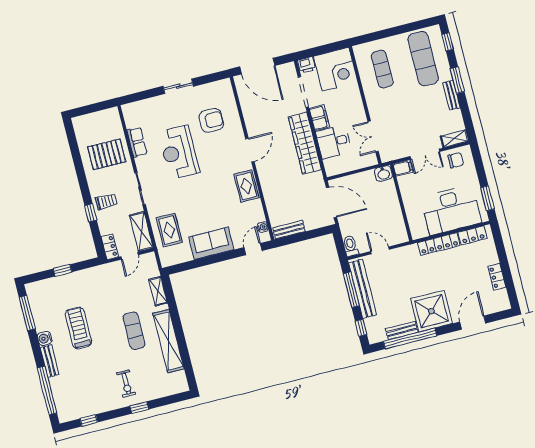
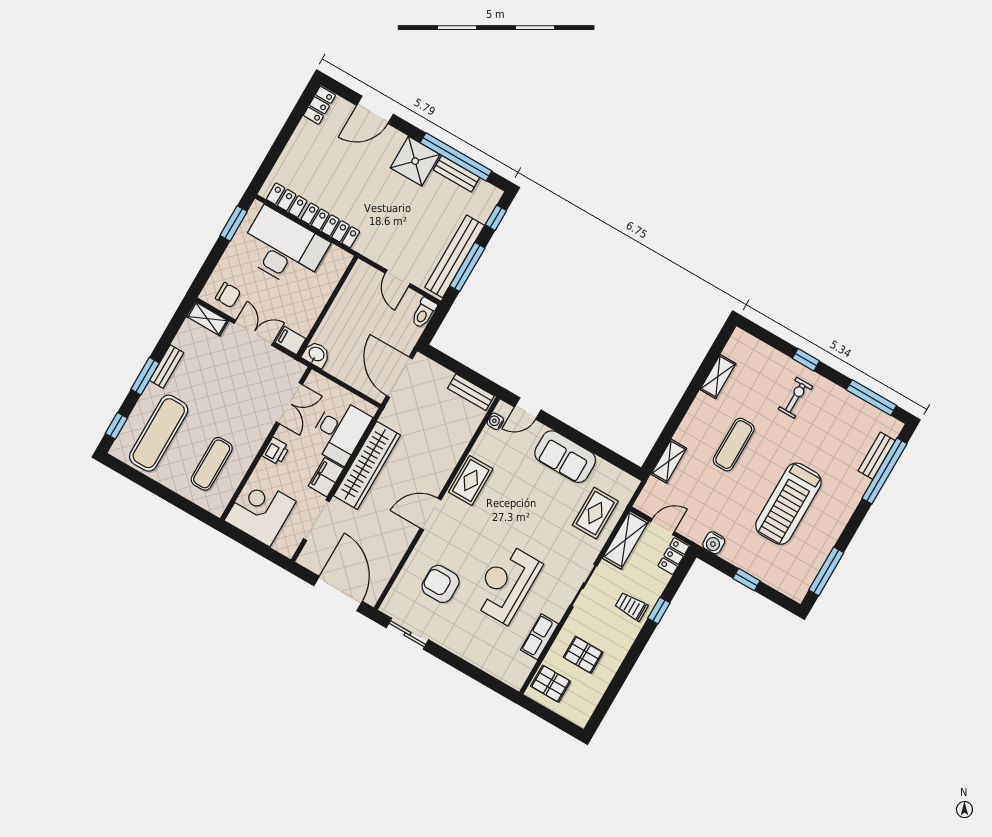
printer: (307, 65) -> (276, 451), moved, turned 90
sliding door: (178, 86) -> (407, 634), moved
pallet: (109, 124) -> (551, 684), added
desk: (334, 142) -> (339, 431), width x1.37
reception desk: (179, 152) -> (506, 584), turned 180
pallet: (107, 154) -> (583, 655), width x0.67, depth x0.71
chair: (456, 160) -> (228, 295), turned 180
locker: (497, 277) -> (319, 105), moved
shower: (431, 311) -> (415, 161), width x0.73, depth x0.73
treadmill: (78, 328) -> (788, 504), width x1.37, depth x1.38
water cooler: (45, 338) -> (714, 543), moved, turned 90
shelving: (168, 341) -> (718, 376), width x0.45, depth x0.75
bench: (50, 361) -> (877, 456), moved
window: (89, 420) -> (871, 398), width x2.17

